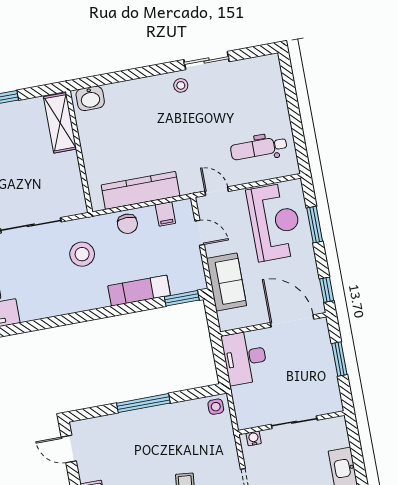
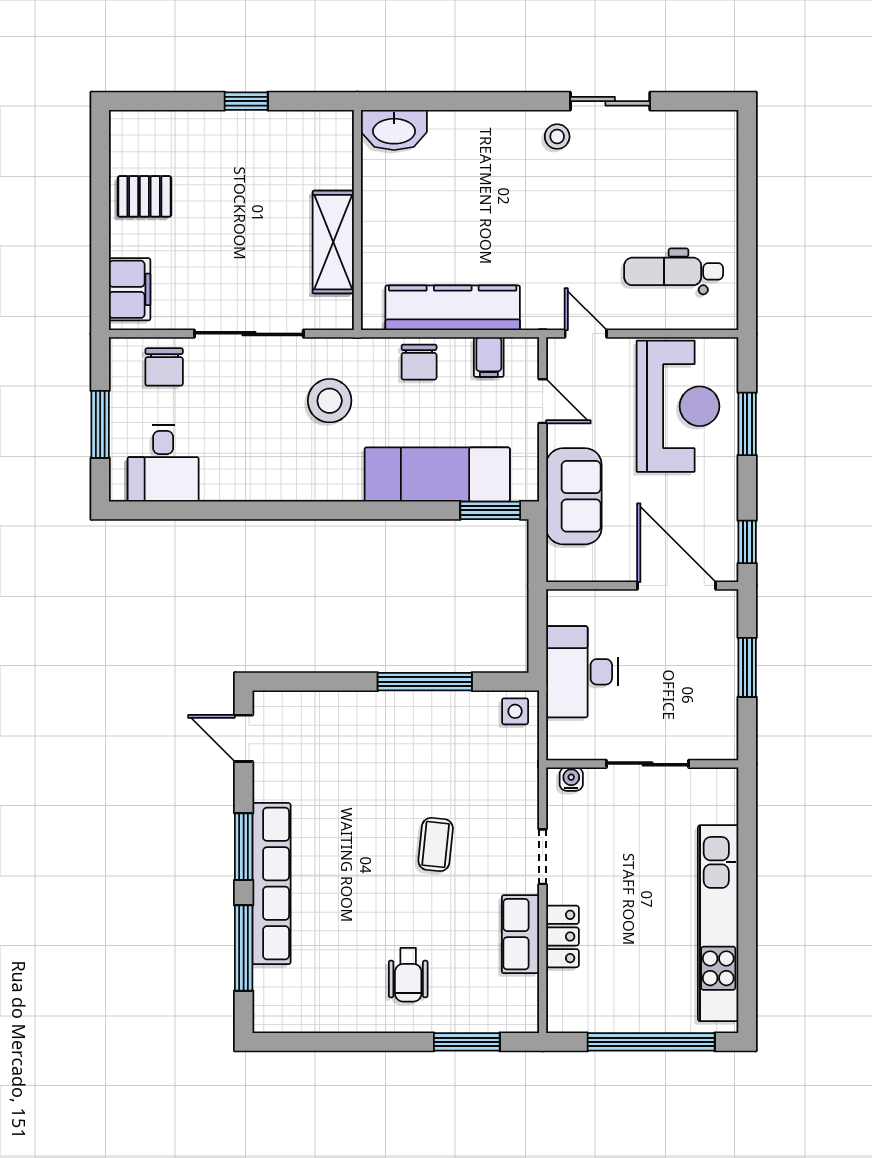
washbasin: (90, 98) -> (394, 130), width x1.38
shelving: (60, 123) -> (333, 242), moved
exam couch: (139, 291) -> (437, 474), width x1.36, depth x1.45
desk: (245, 358) -> (582, 672), moved
window: (143, 403) -> (425, 682), moved

